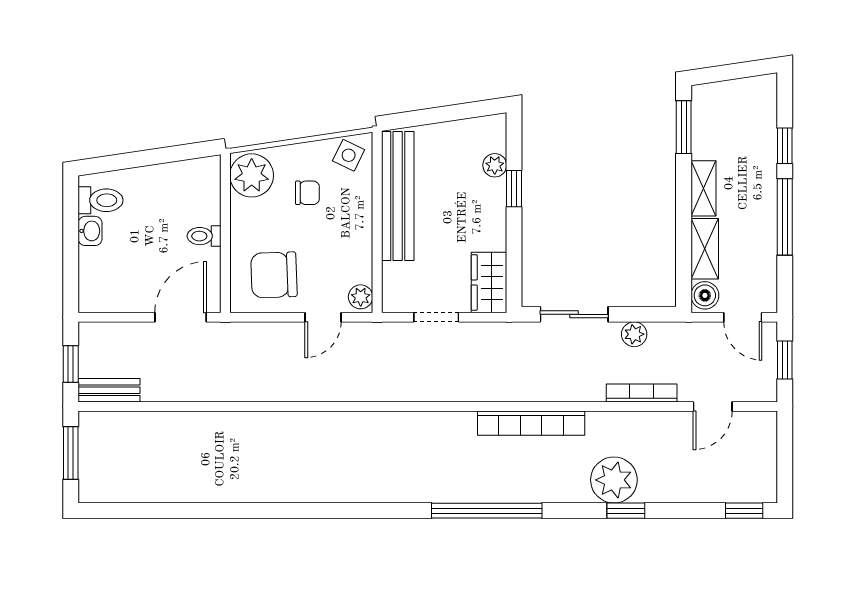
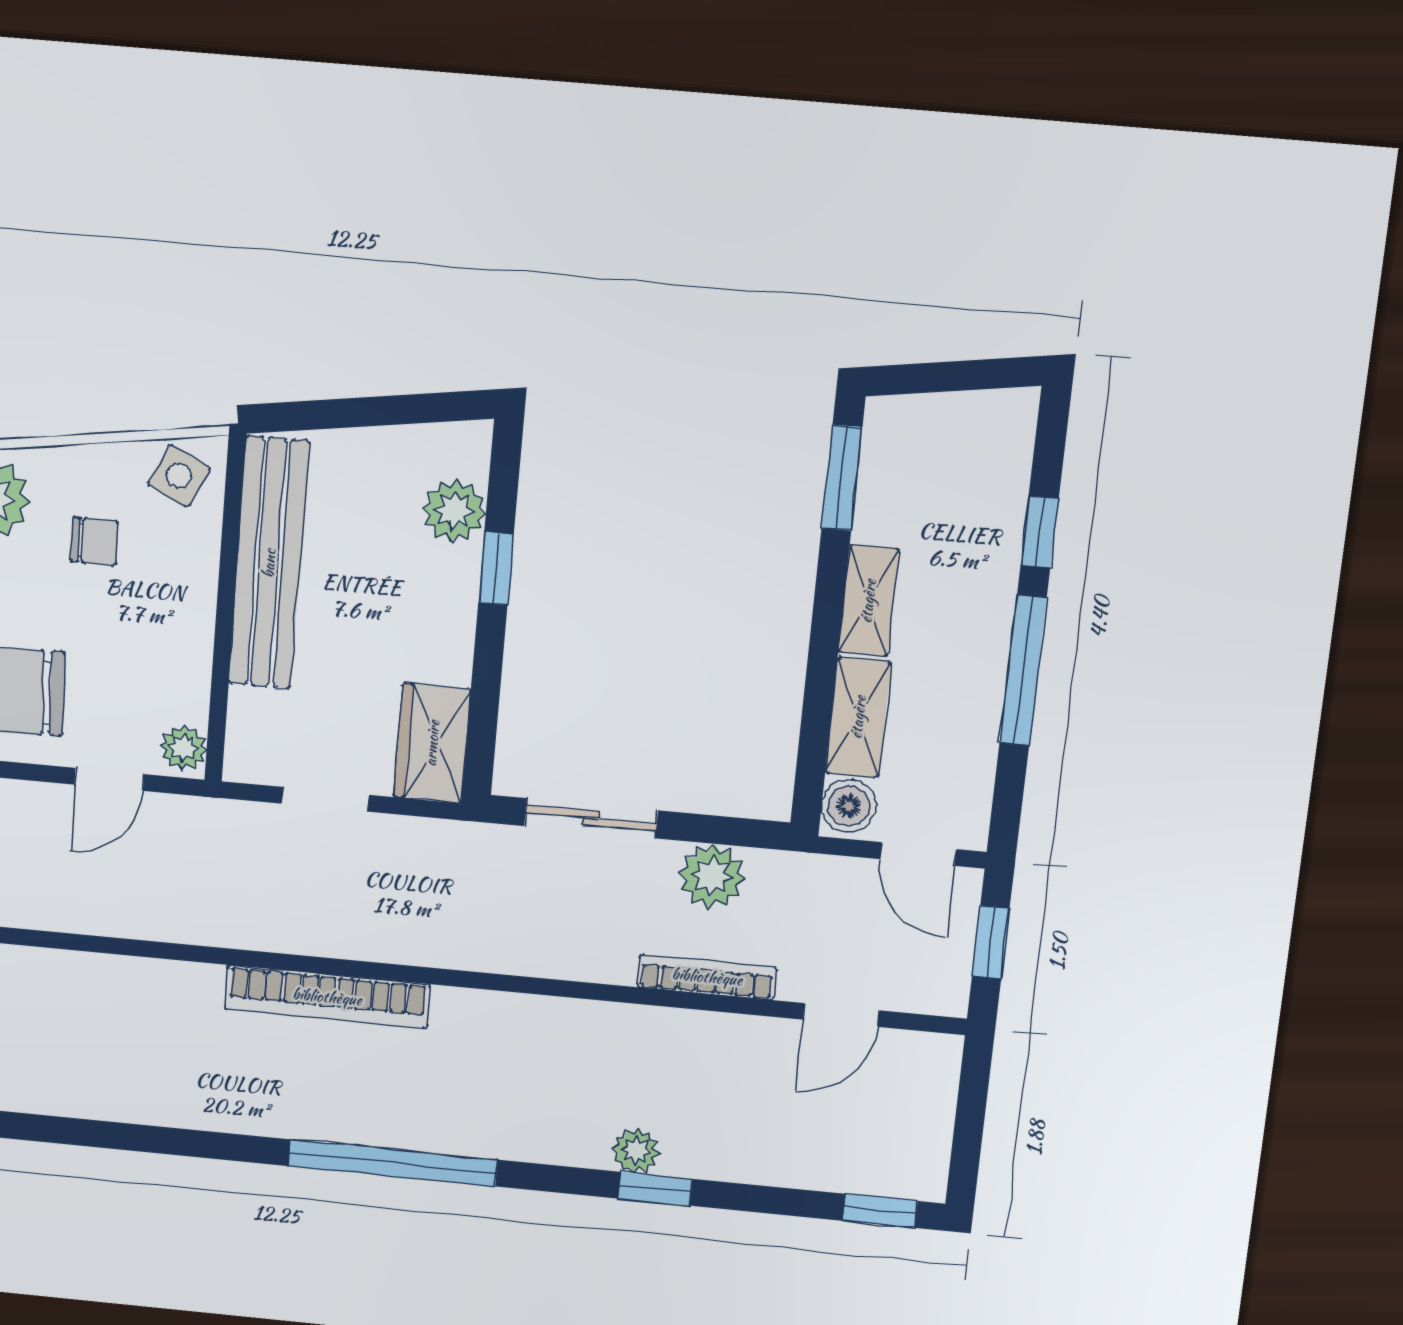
plant: (495, 165) -> (454, 511), width x1.38, depth x1.38
plant: (634, 334) -> (712, 876), width x1.38, depth x1.38
bookcase: (531, 423) -> (327, 997), moved
plant: (614, 480) -> (636, 1151), width x0.53, depth x0.53

